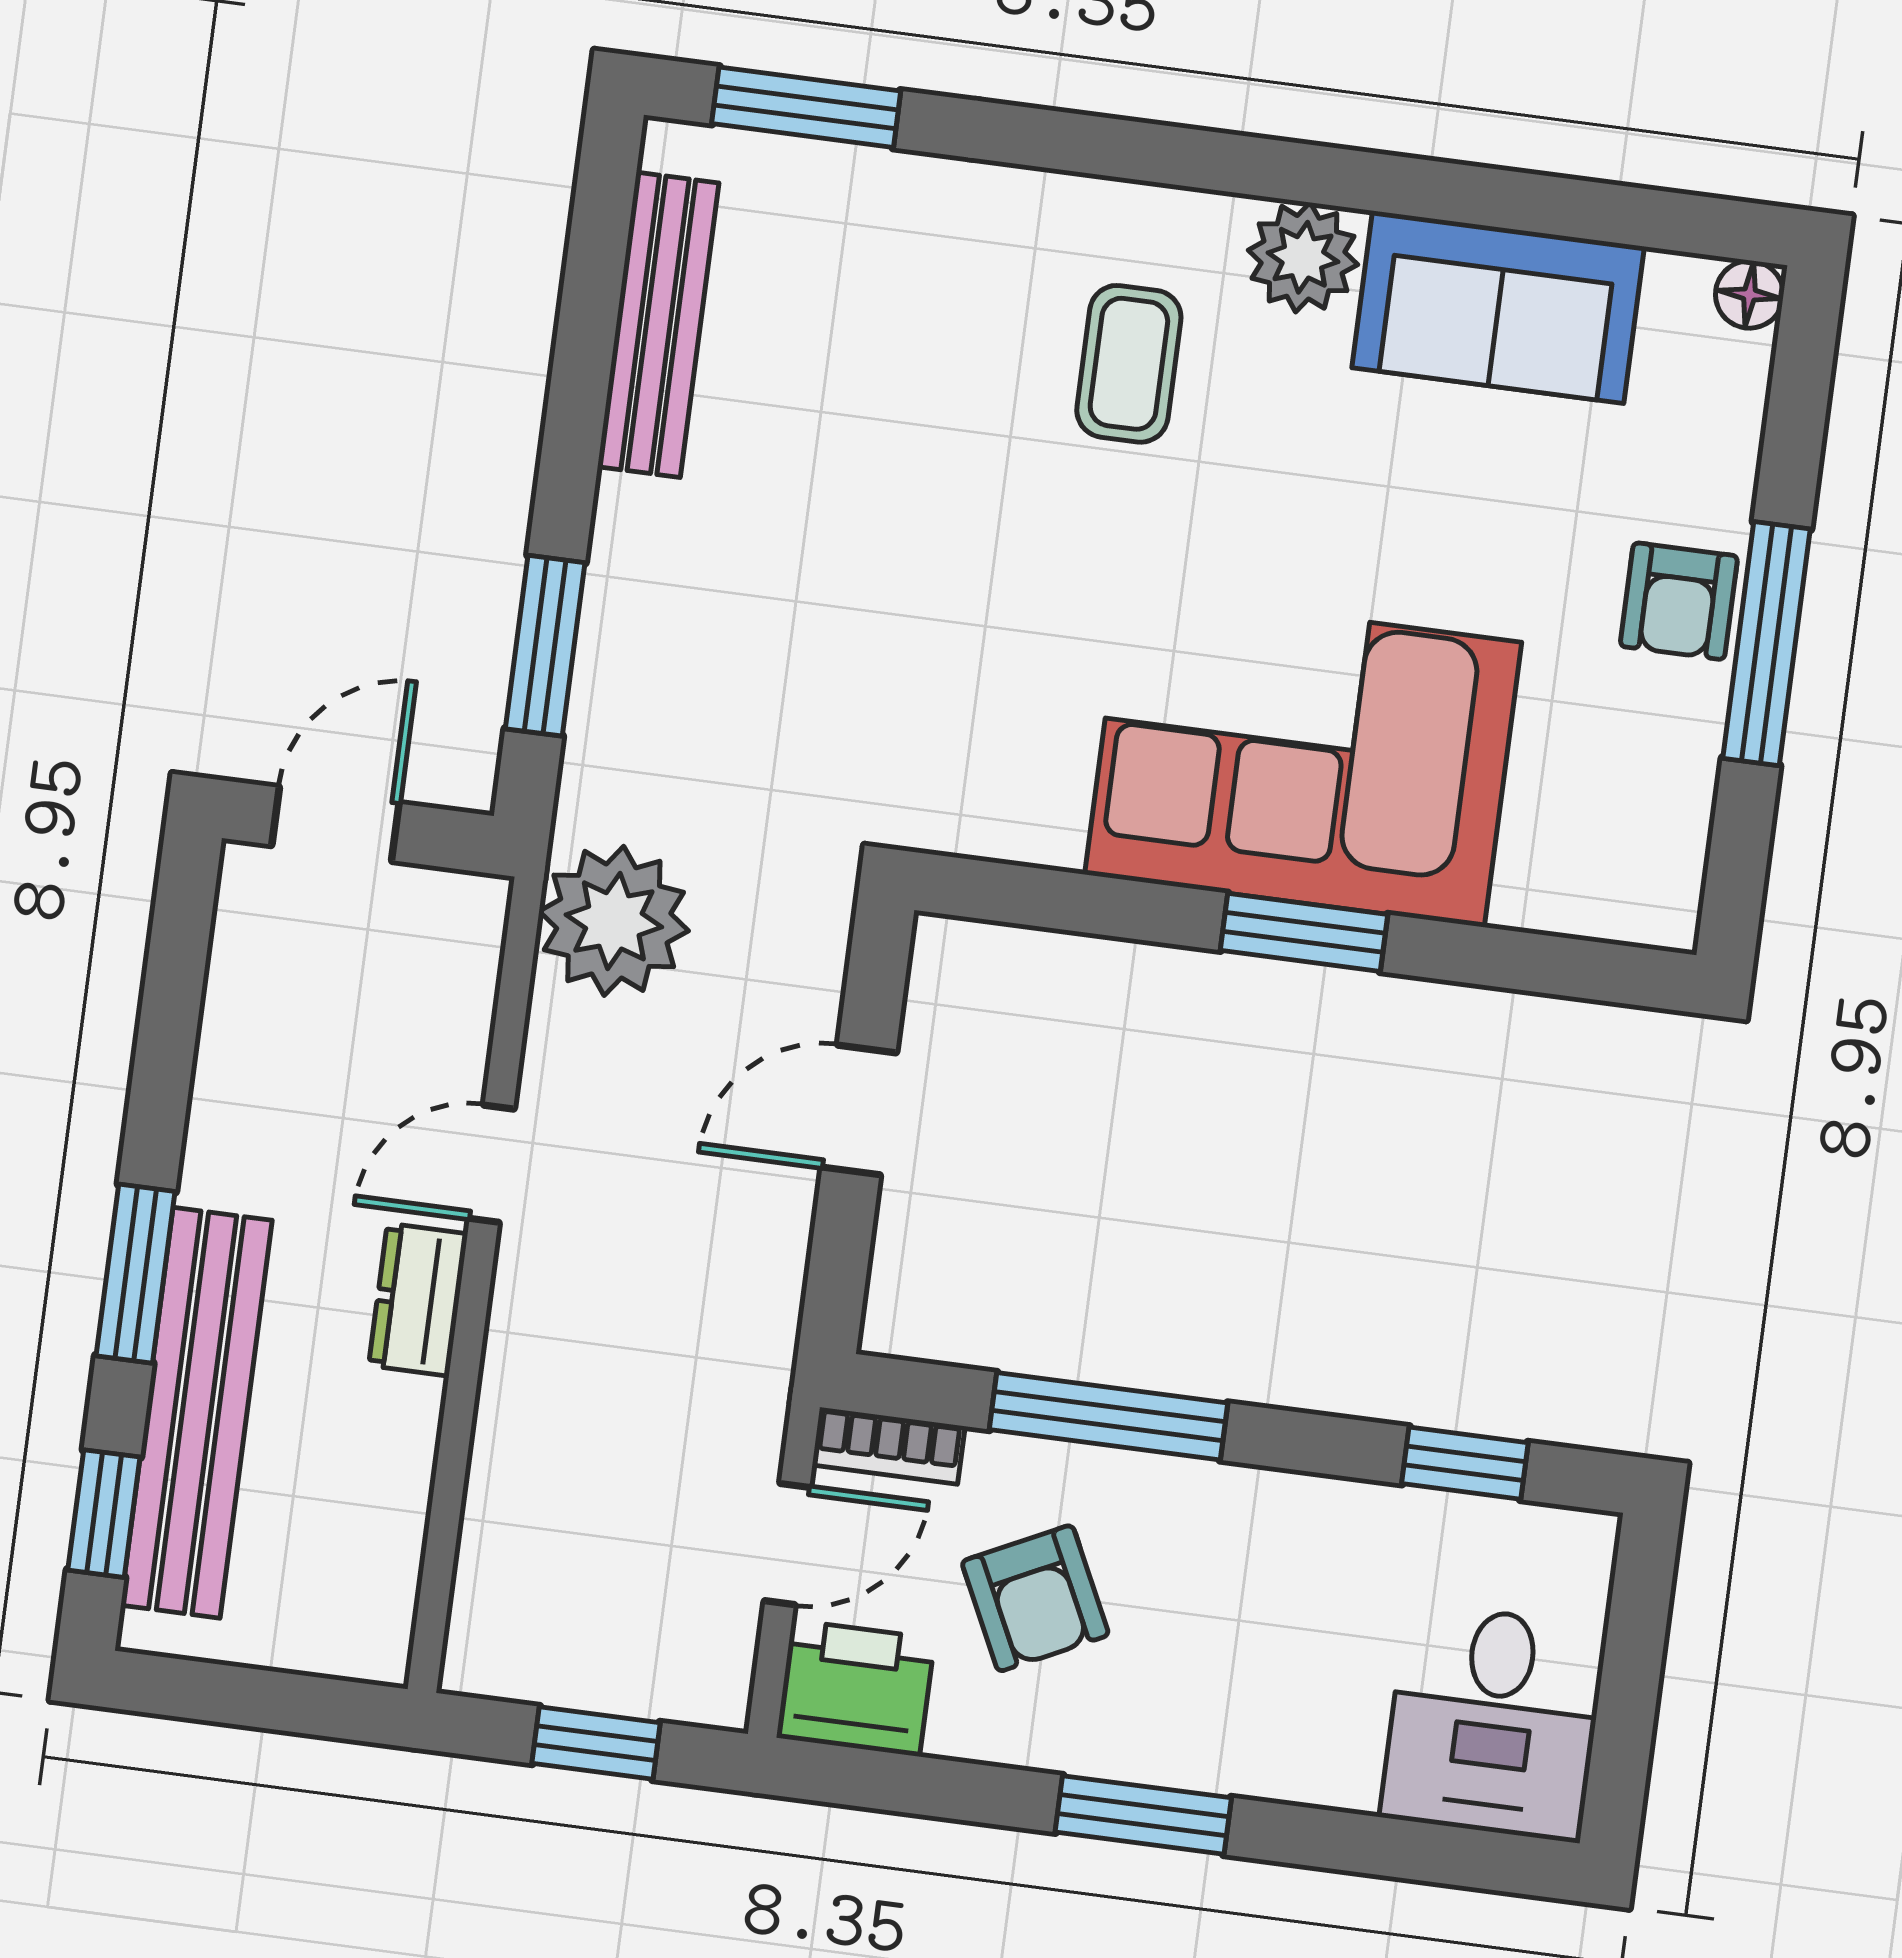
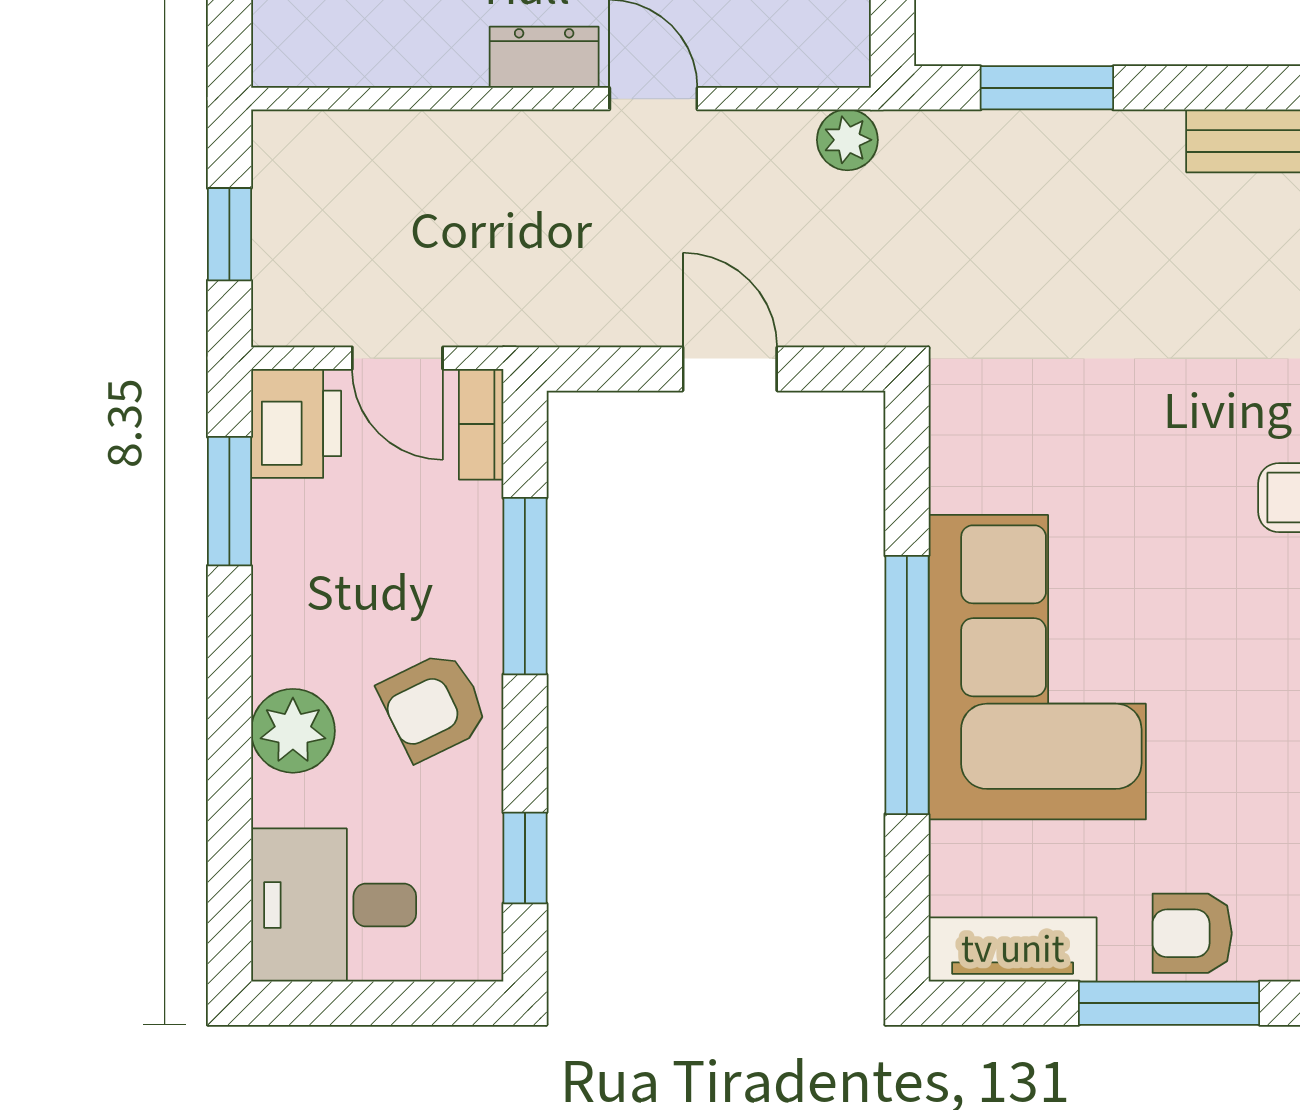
tv unit: (1669, 840) -> (1013, 949), added
plant: (614, 921) -> (847, 140), width x0.53, depth x0.53
window: (1304, 932) -> (907, 685), width x2.11
armchair: (1035, 1598) -> (434, 706), moved
plant: (1258, 1745) -> (293, 731), added
window: (1143, 1815) -> (229, 501), moved

